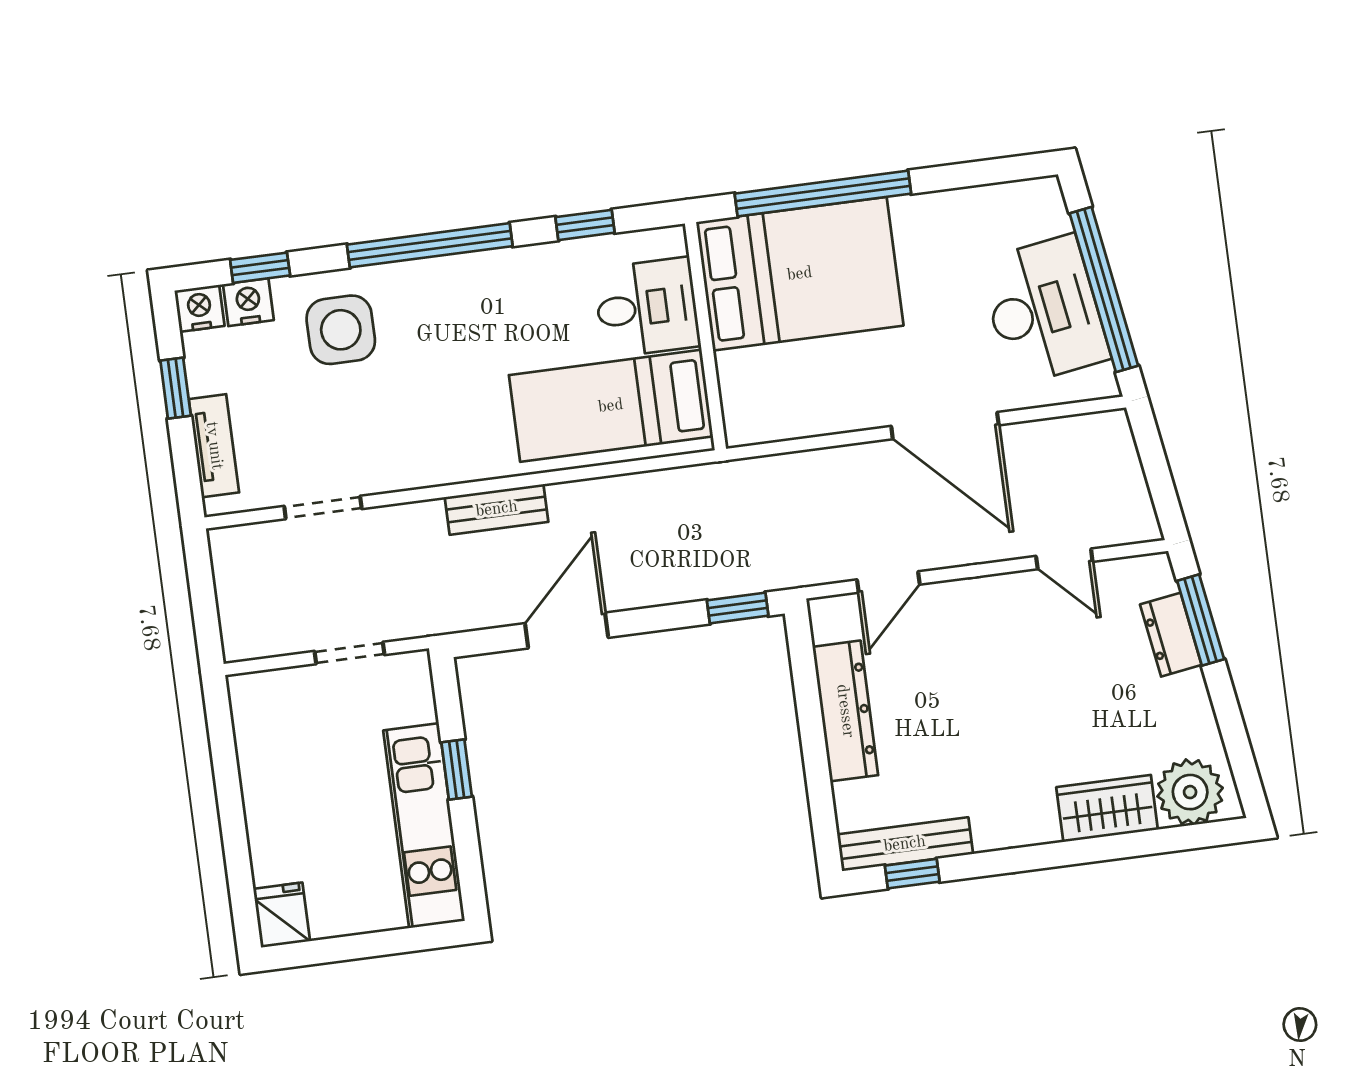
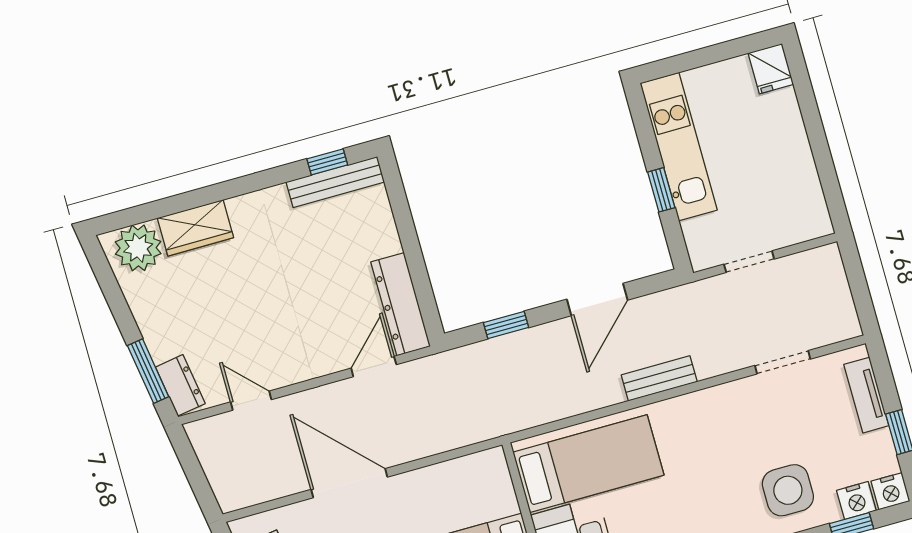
window: (738, 608) -> (506, 325), moved
dresser: (1171, 635) -> (180, 385), moved
dresser: (845, 711) -> (401, 304), moved

